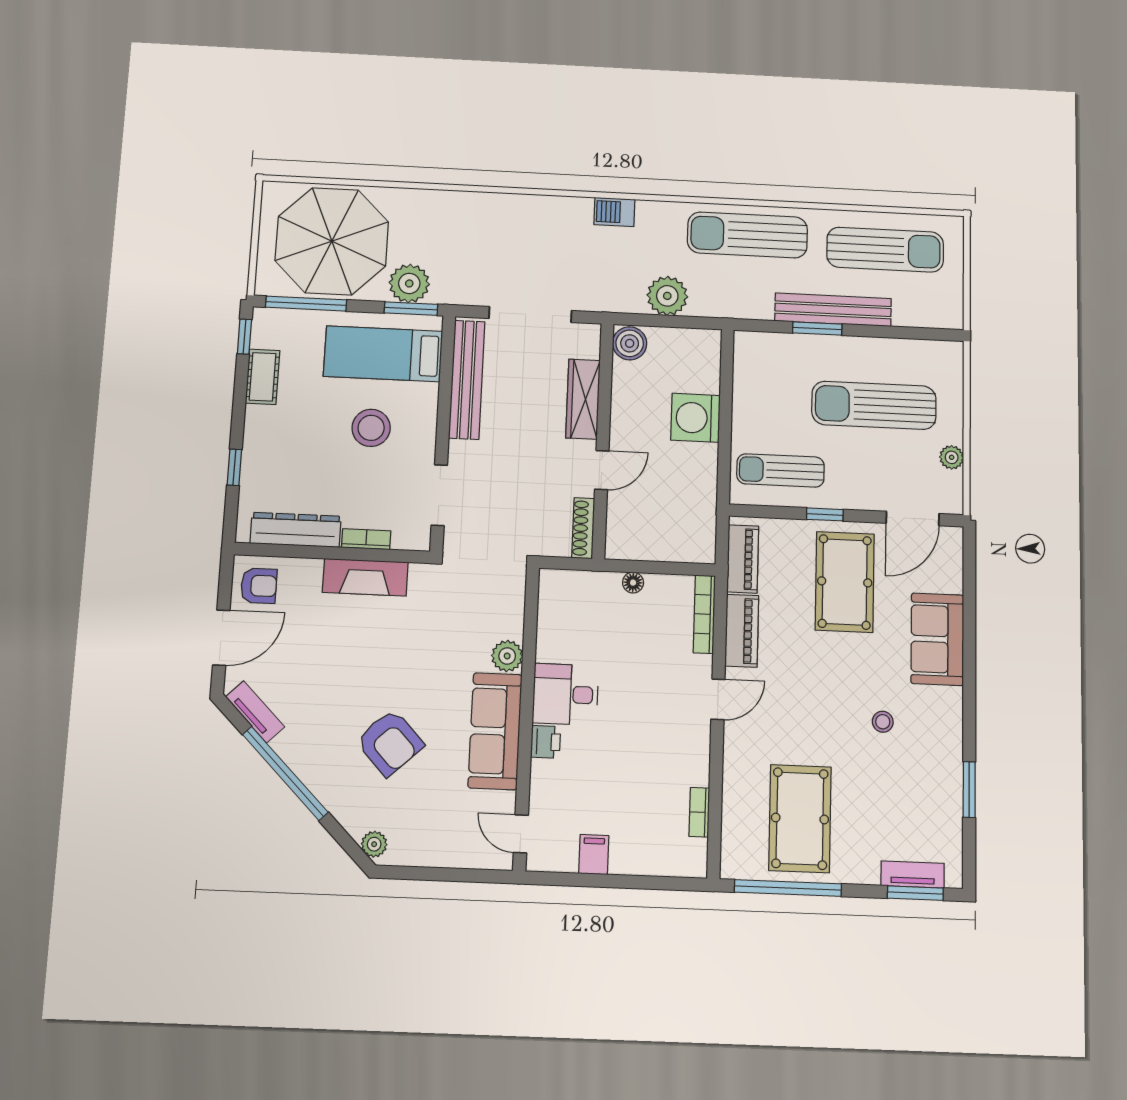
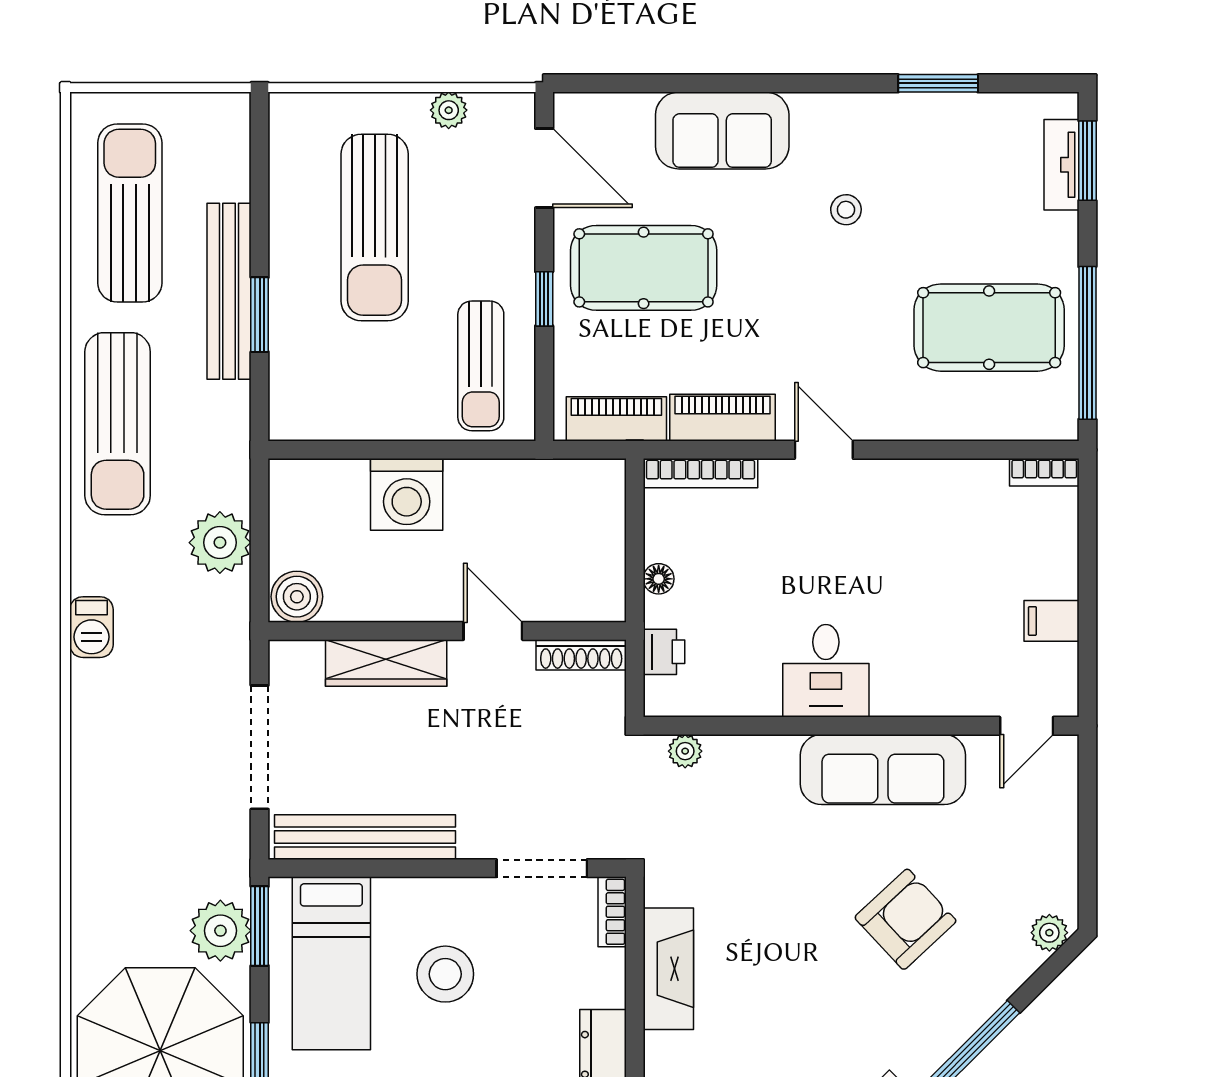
bookcase: (366, 539) -> (612, 912), moved
plant: (507, 656) -> (685, 751), moved, width x0.73, depth x0.73
printer: (546, 742) -> (664, 652), moved, turned 90
bookcase: (699, 812) -> (1044, 472), moved

